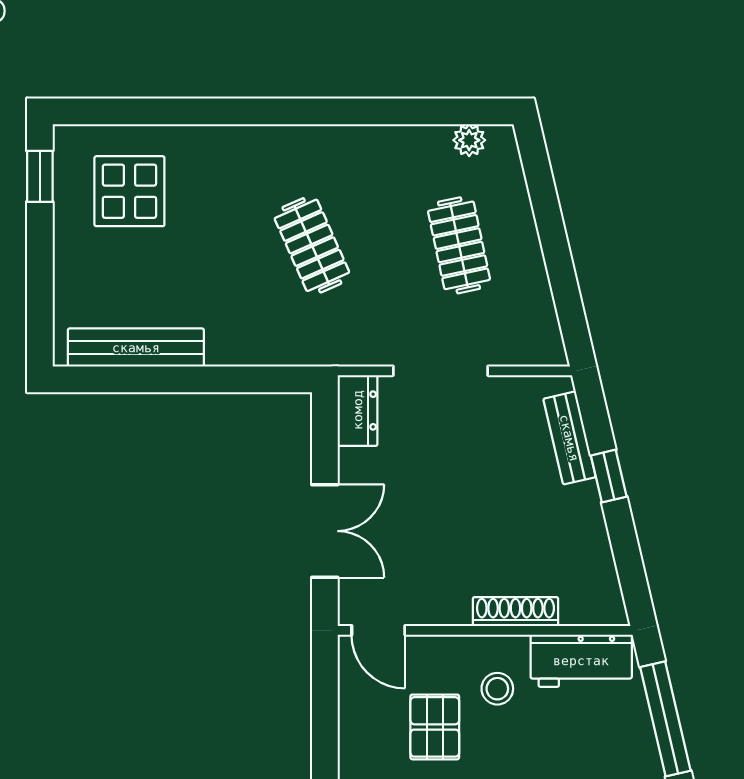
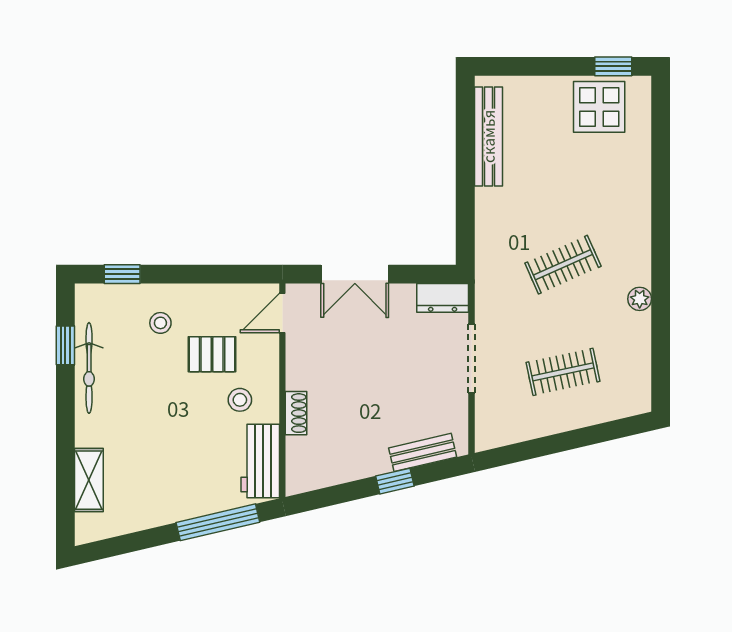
plant: (469, 140) -> (640, 299), moved
display table: (129, 191) -> (599, 107), moved
shoe rack: (515, 612) -> (296, 413), width x0.70

